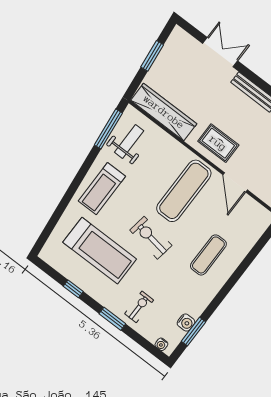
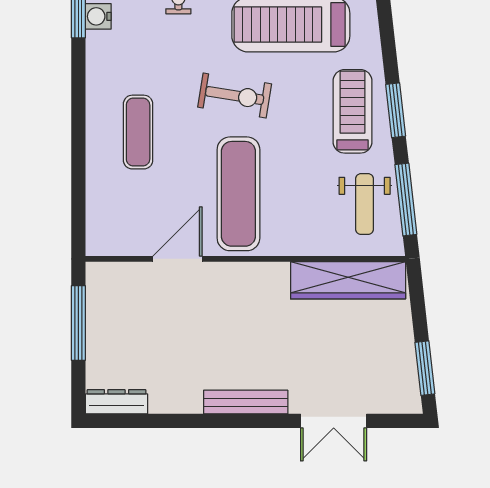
window: (152, 56) -> (425, 368), moved
rug: (218, 143) -> (241, 295), removed
window: (81, 174) -> (396, 110), added
door: (235, 182) -> (177, 259), hinge flipped

